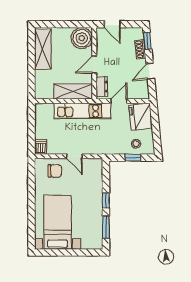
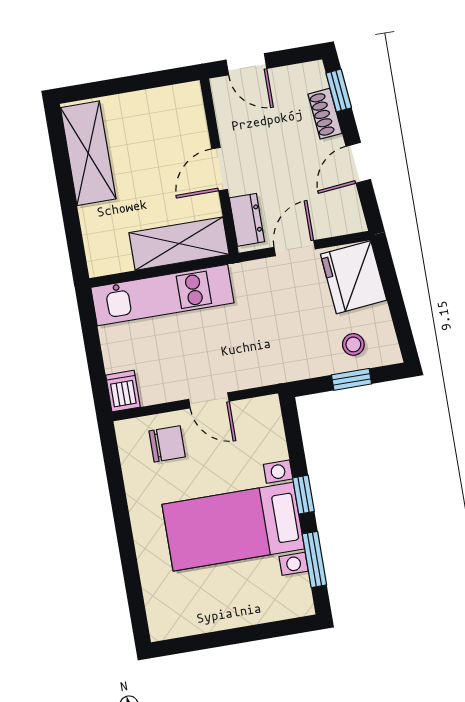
boiler: (82, 38) -> (178, 110), removed
kitchen unit: (83, 111) -> (162, 295), moved
bed with nightstands: (58, 222) -> (233, 527), moved, turned -90

